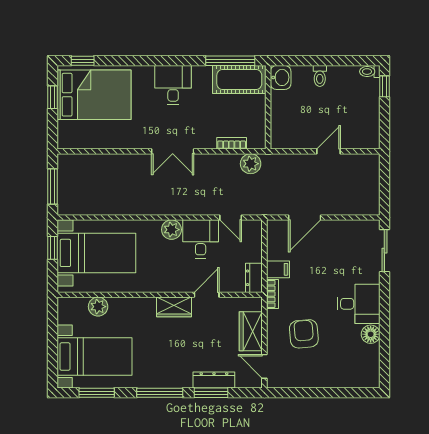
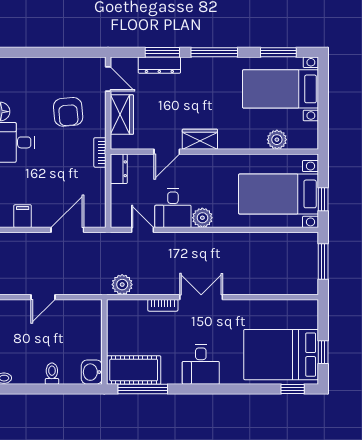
bookcase: (232, 143) -> (163, 305), moved
filing cabinet: (278, 269) -> (23, 216), moved, turned 90

